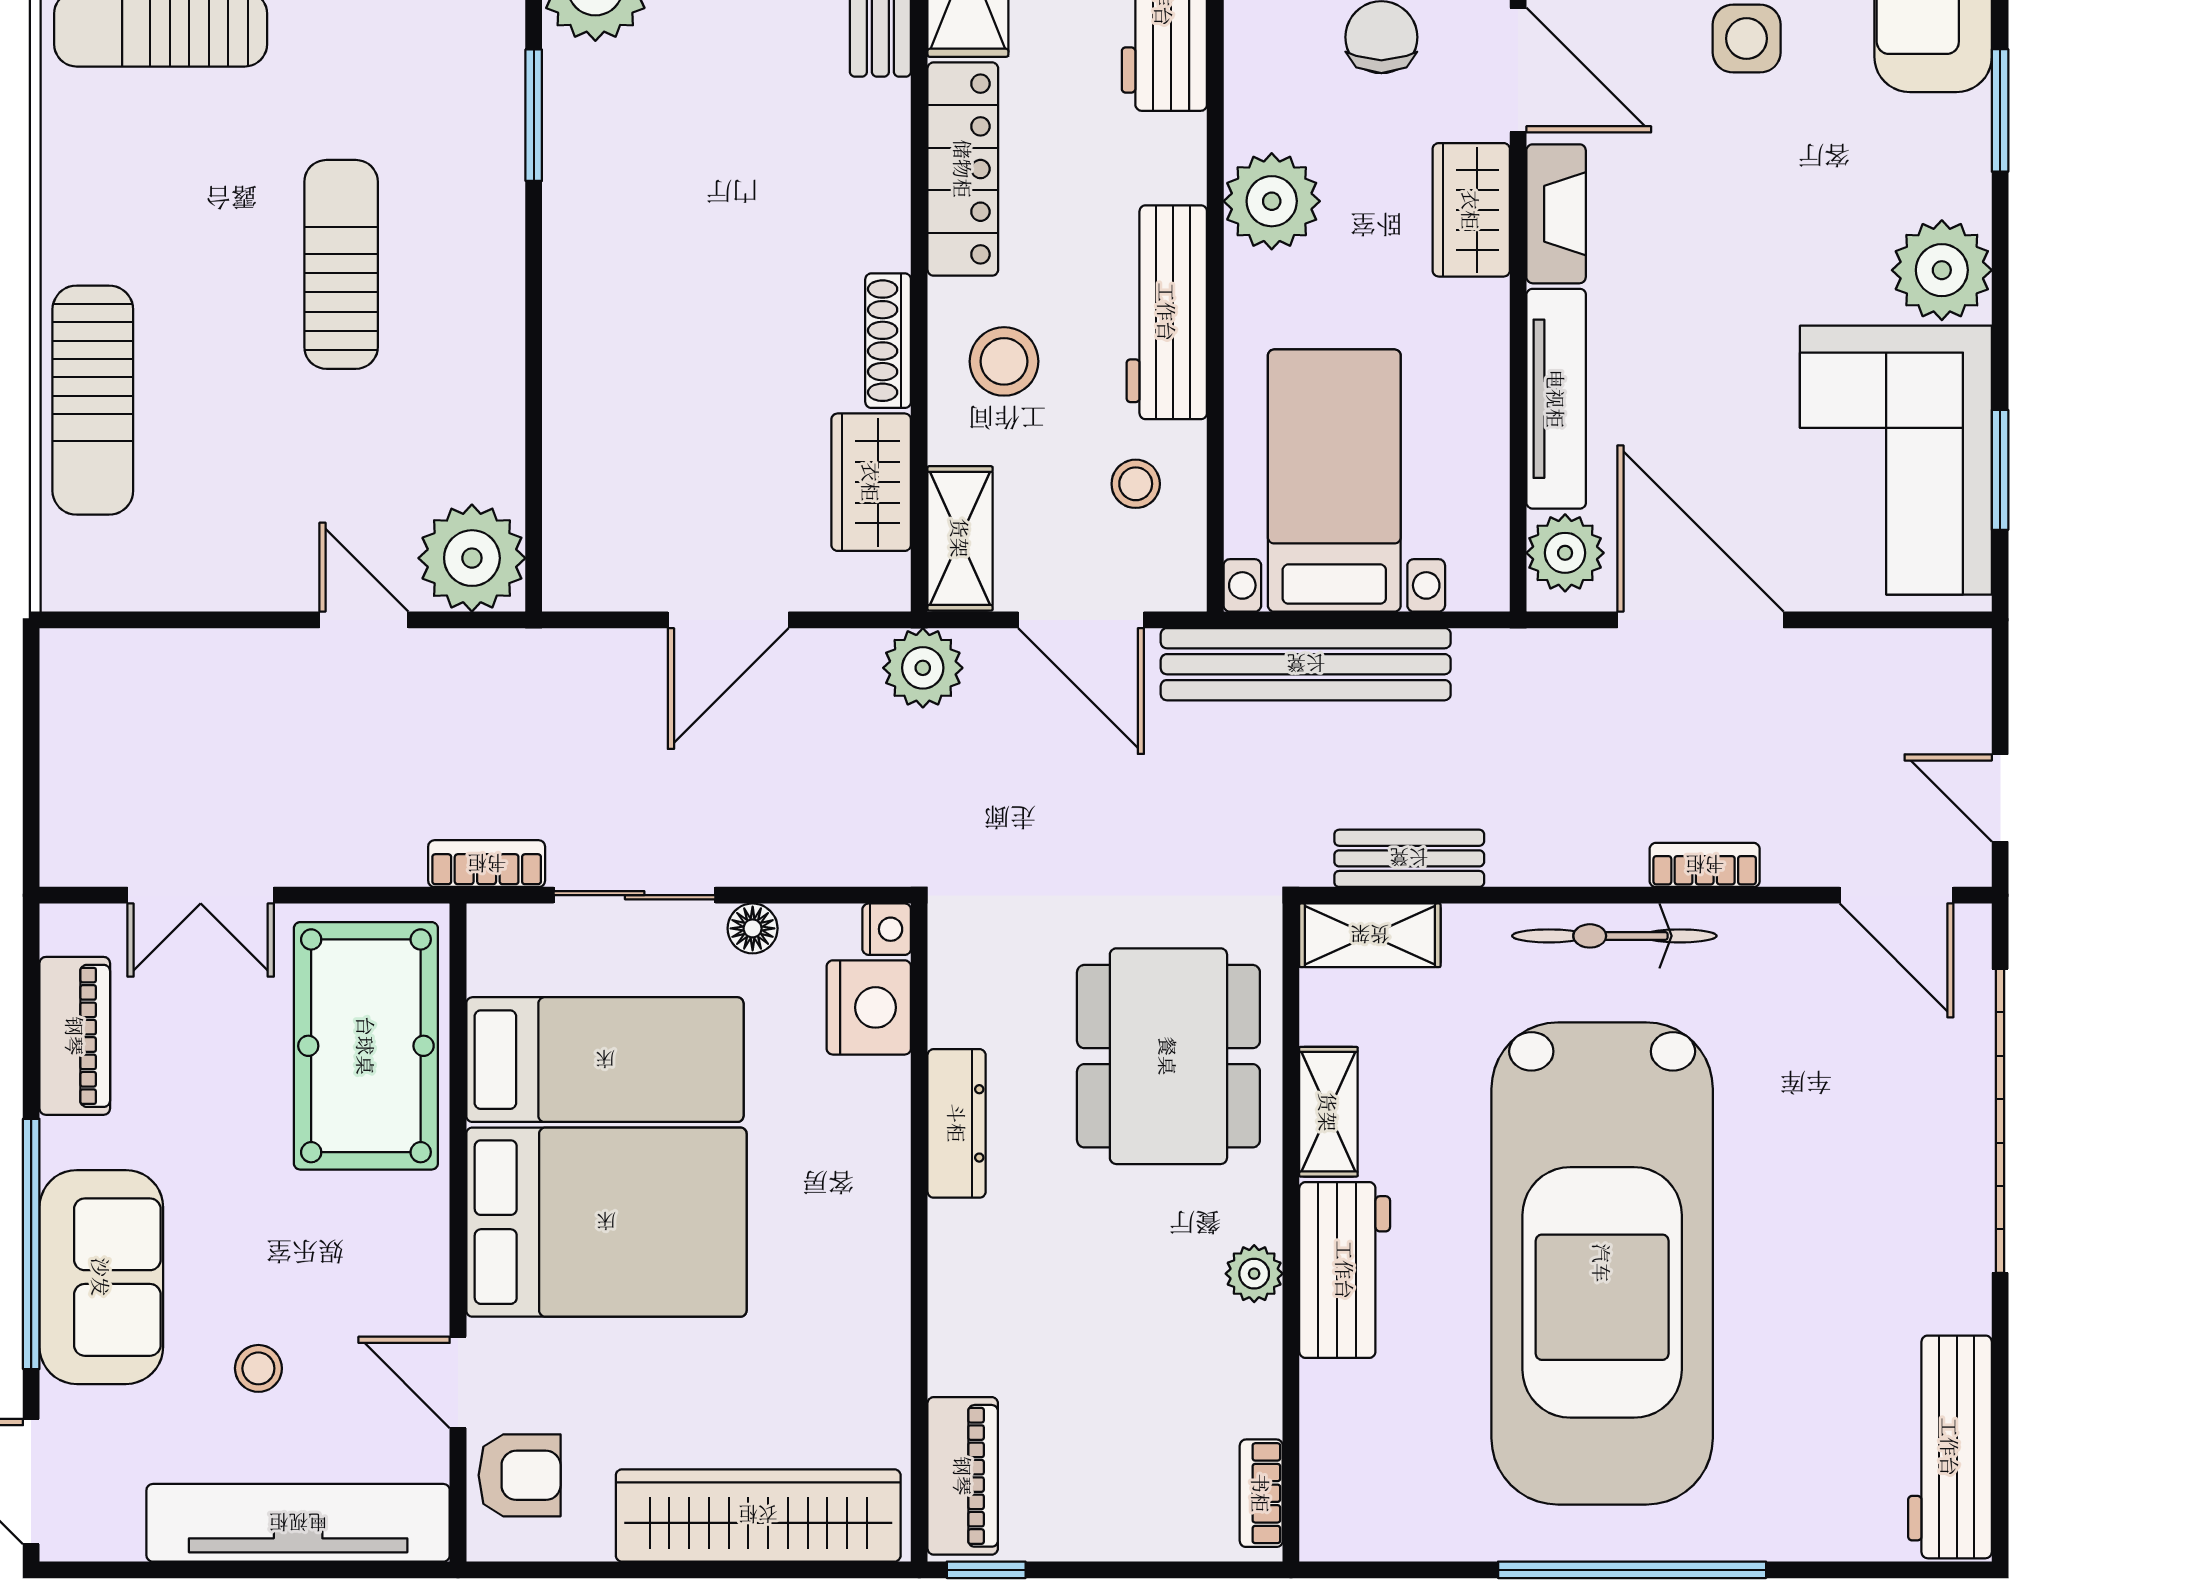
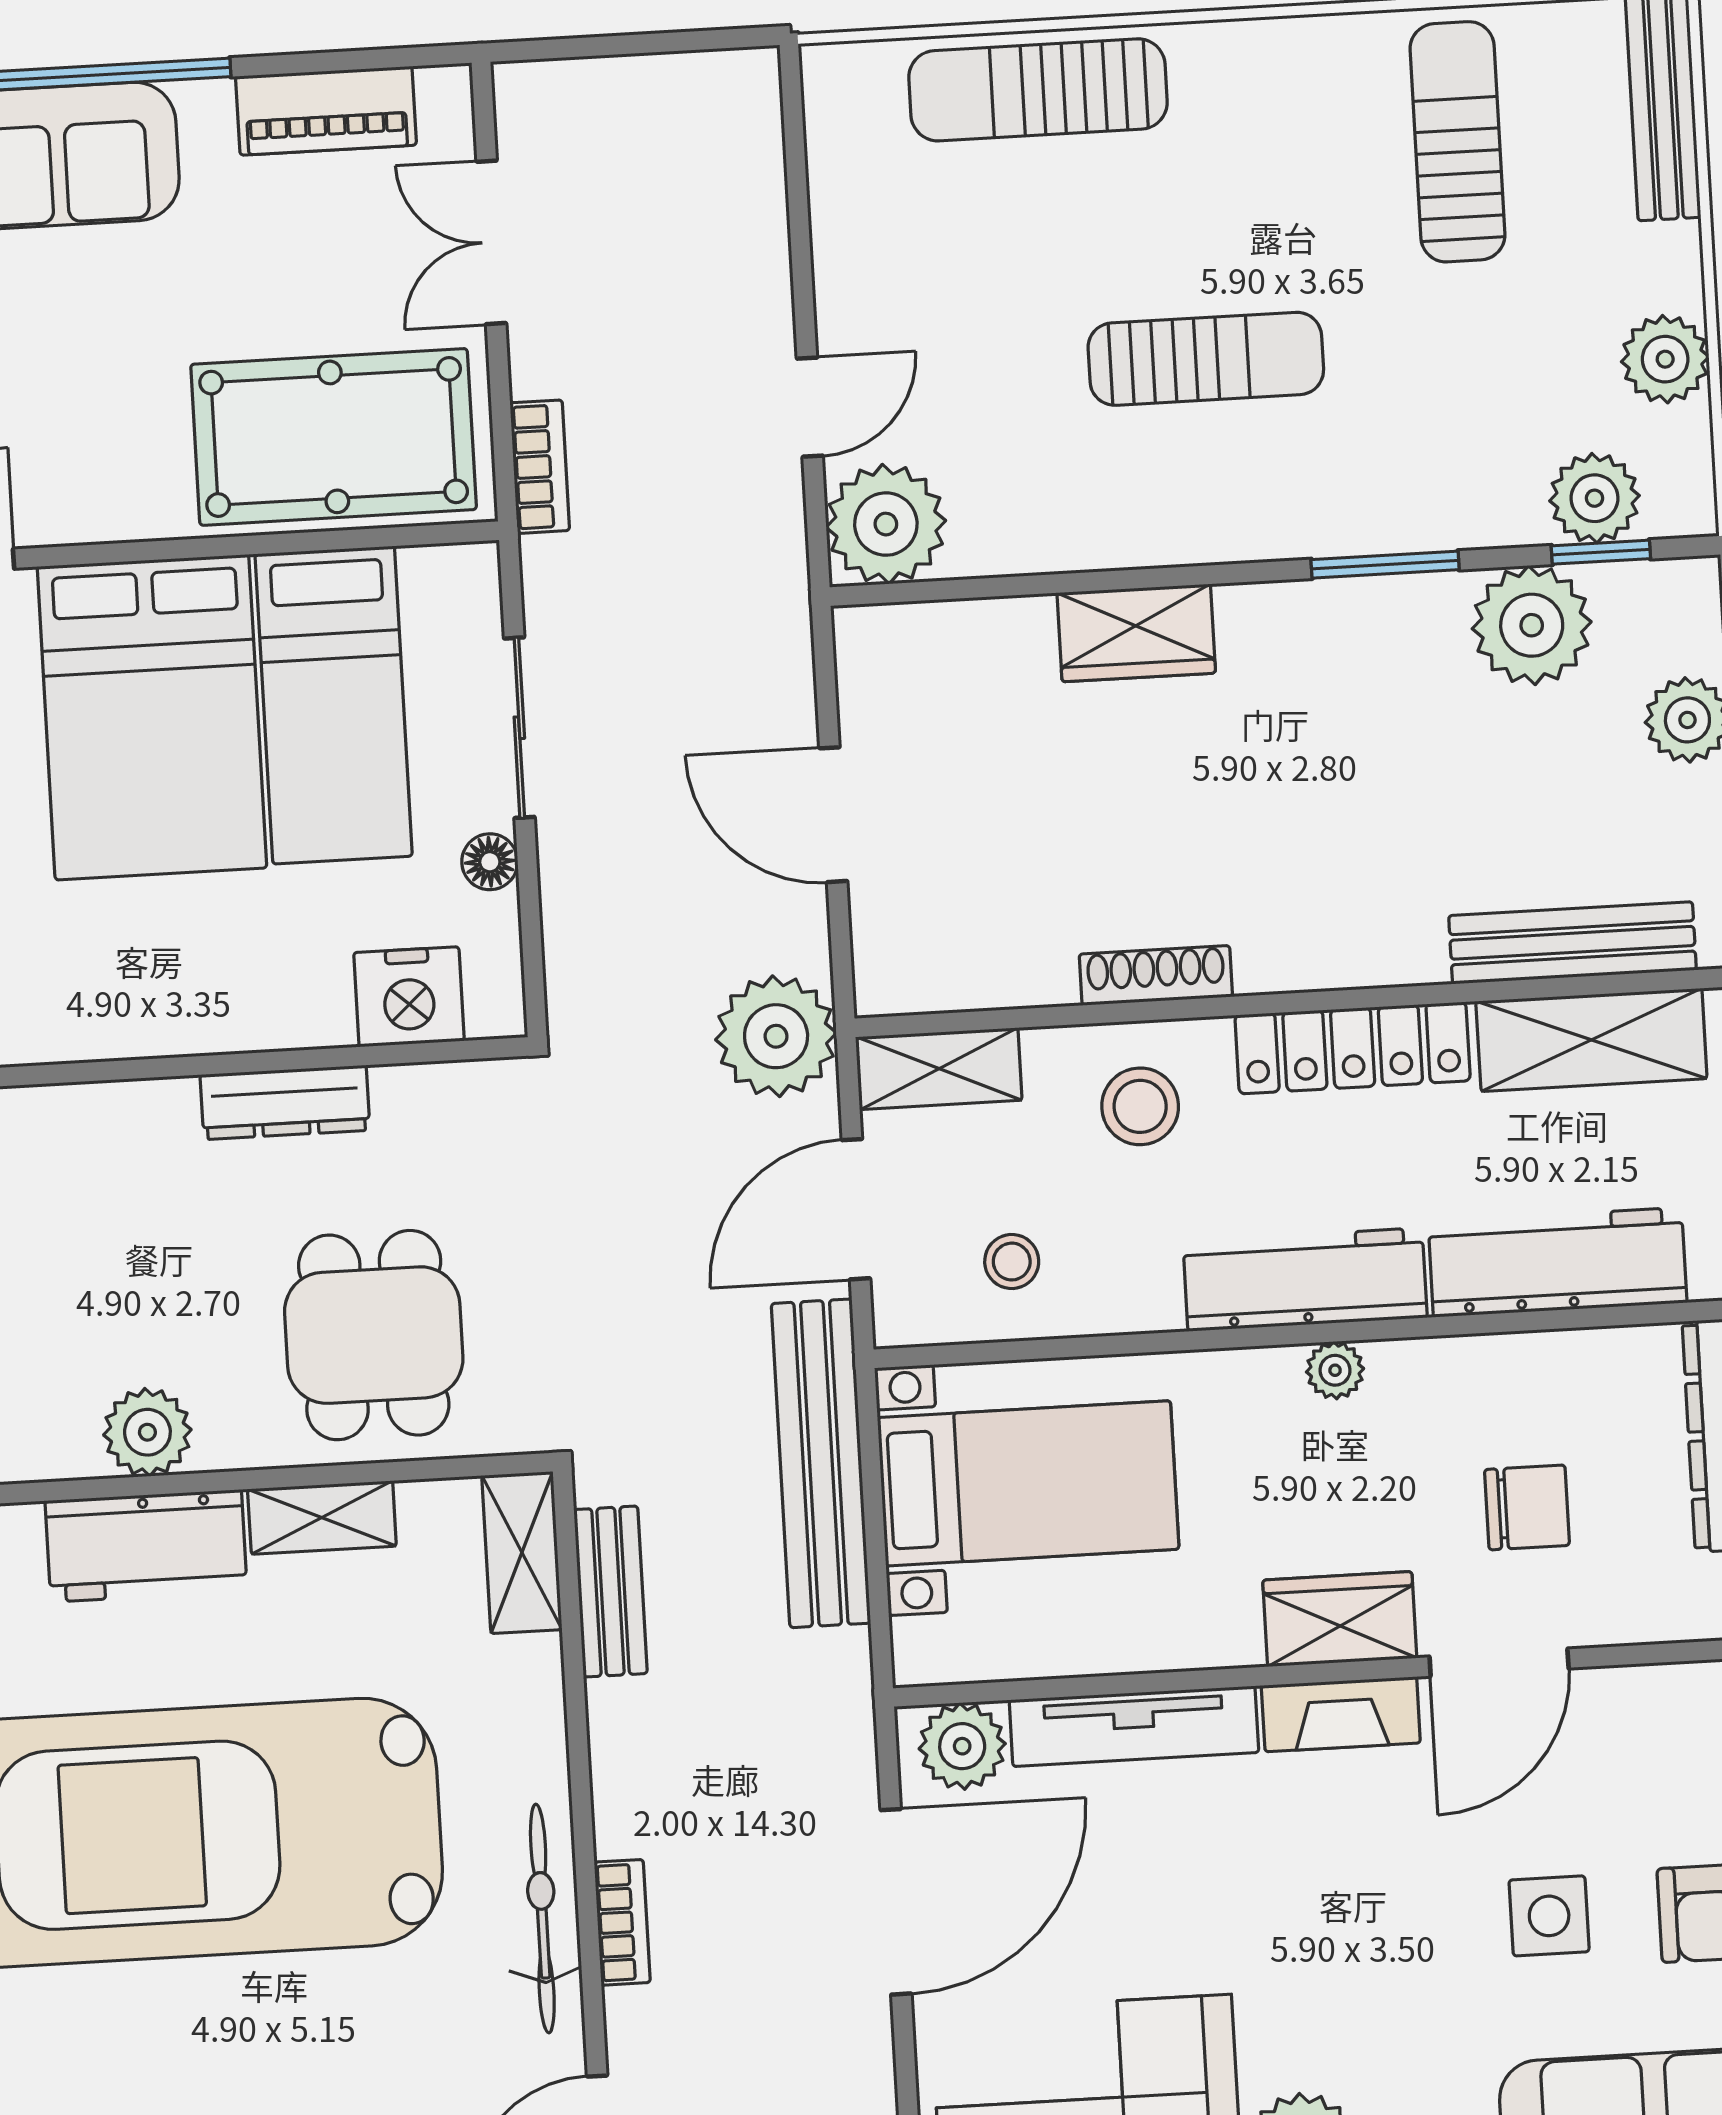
plant: (1272, 201) -> (1335, 1370), width x0.53, depth x0.53
workbench: (1167, 312) -> (1305, 1279), moved
wardrobe: (871, 482) -> (1136, 633), moved, turned 180
plant: (923, 668) -> (776, 1036), width x1.36, depth x1.36
bookcase: (487, 864) -> (540, 467), moved
nightstand: (887, 929) -> (498, 1012), removed
bicycle: (1614, 936) -> (542, 1918), moved
dining table: (1168, 1056) -> (374, 1335), width x0.73
plant: (1254, 1274) -> (147, 1432), width x1.38, depth x1.38

